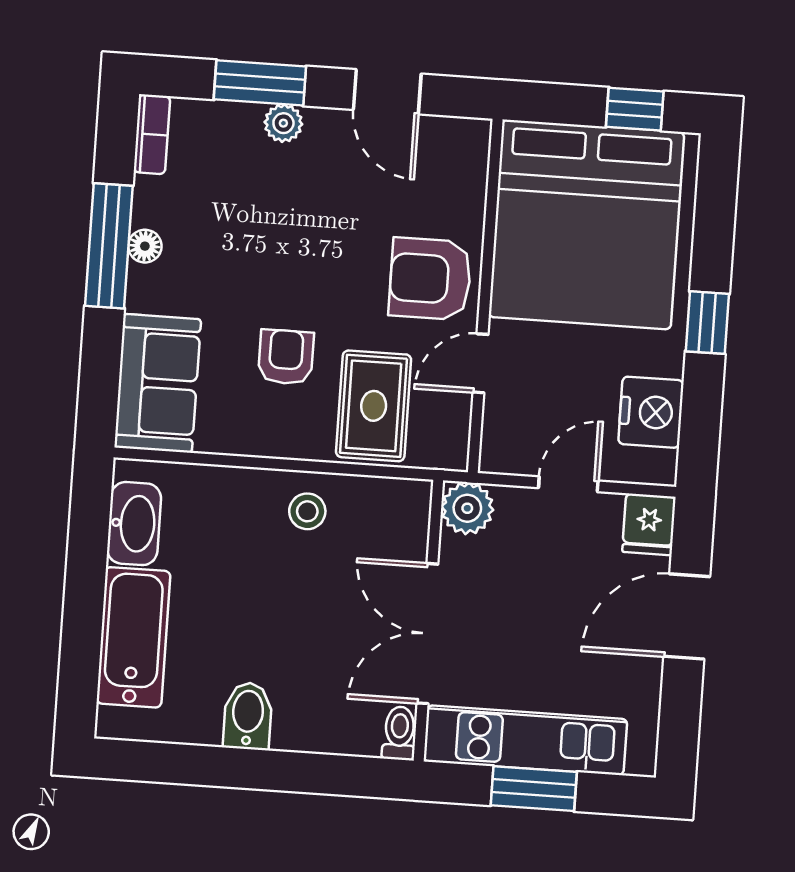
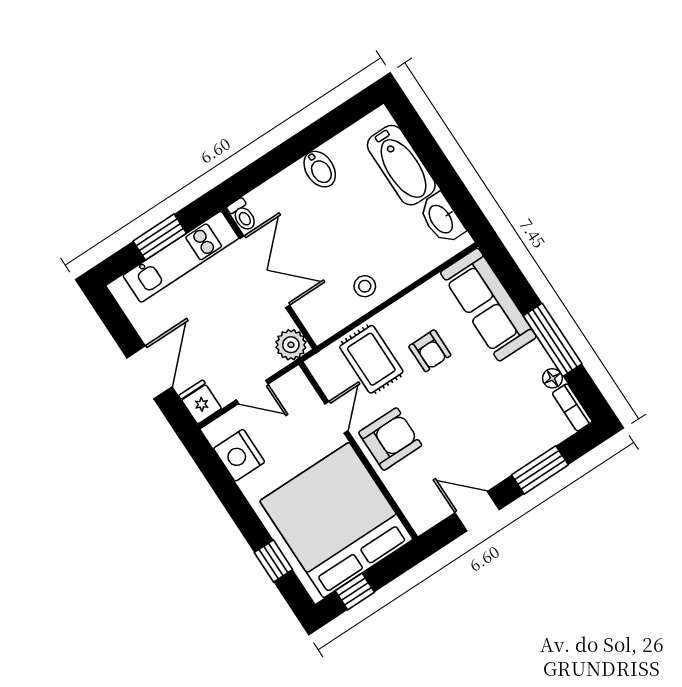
plant: (283, 123) -> (514, 459), removed
floor lamp: (145, 246) -> (552, 378), moved
window: (707, 323) -> (273, 561), moved
sofa: (158, 383) -> (488, 305), width x1.36
door: (568, 484) -> (252, 392), hinge flipped

